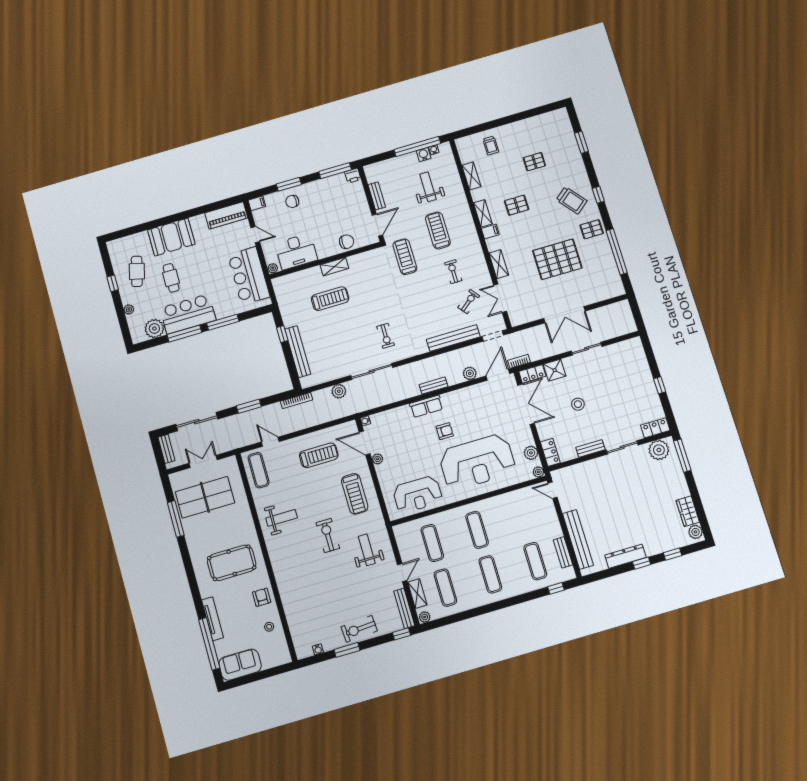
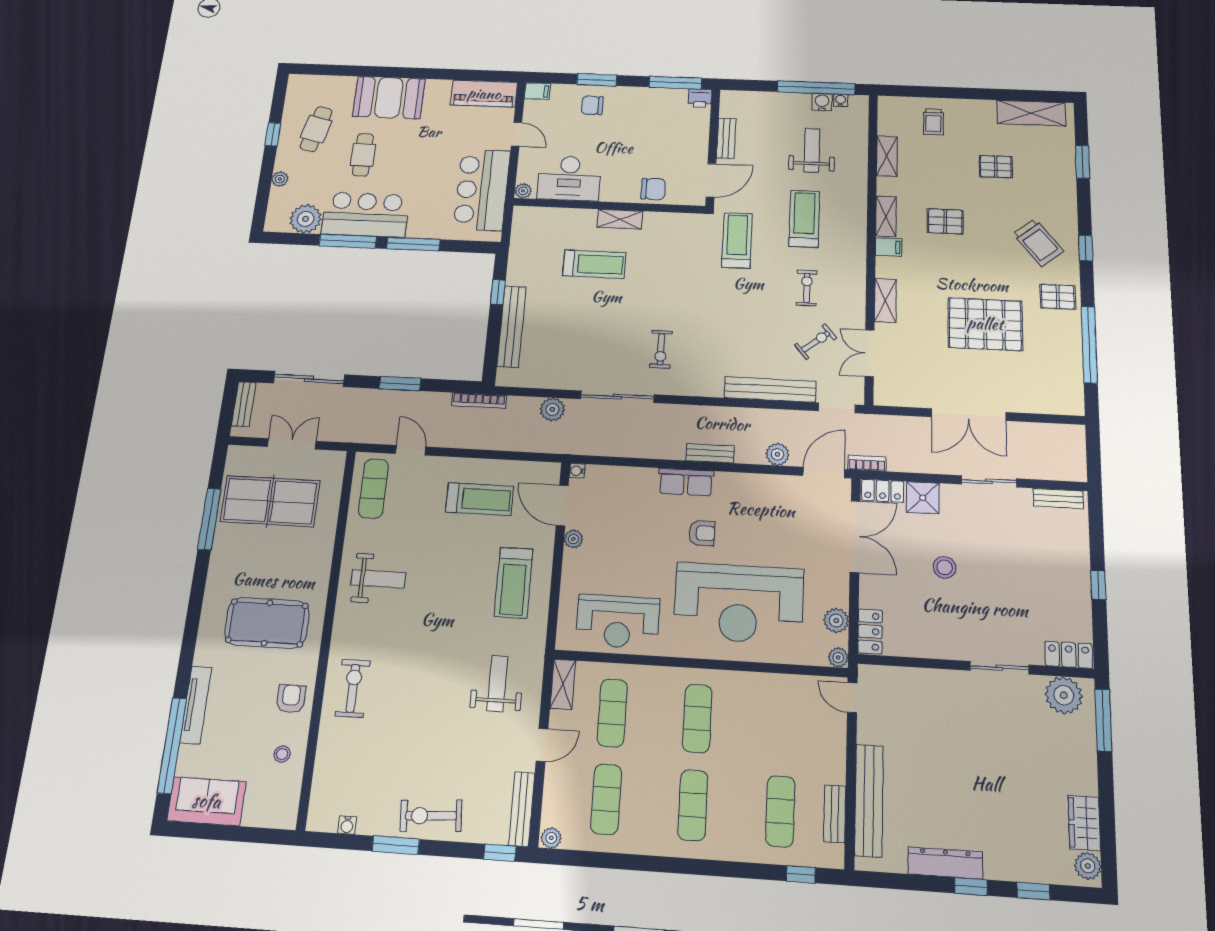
shelving: (544, 121) -> (1031, 113), added
bench: (590, 448) -> (1058, 499), moved
exercise bike: (328, 535) -> (353, 688), moved
shelving: (417, 593) -> (563, 684), moved

